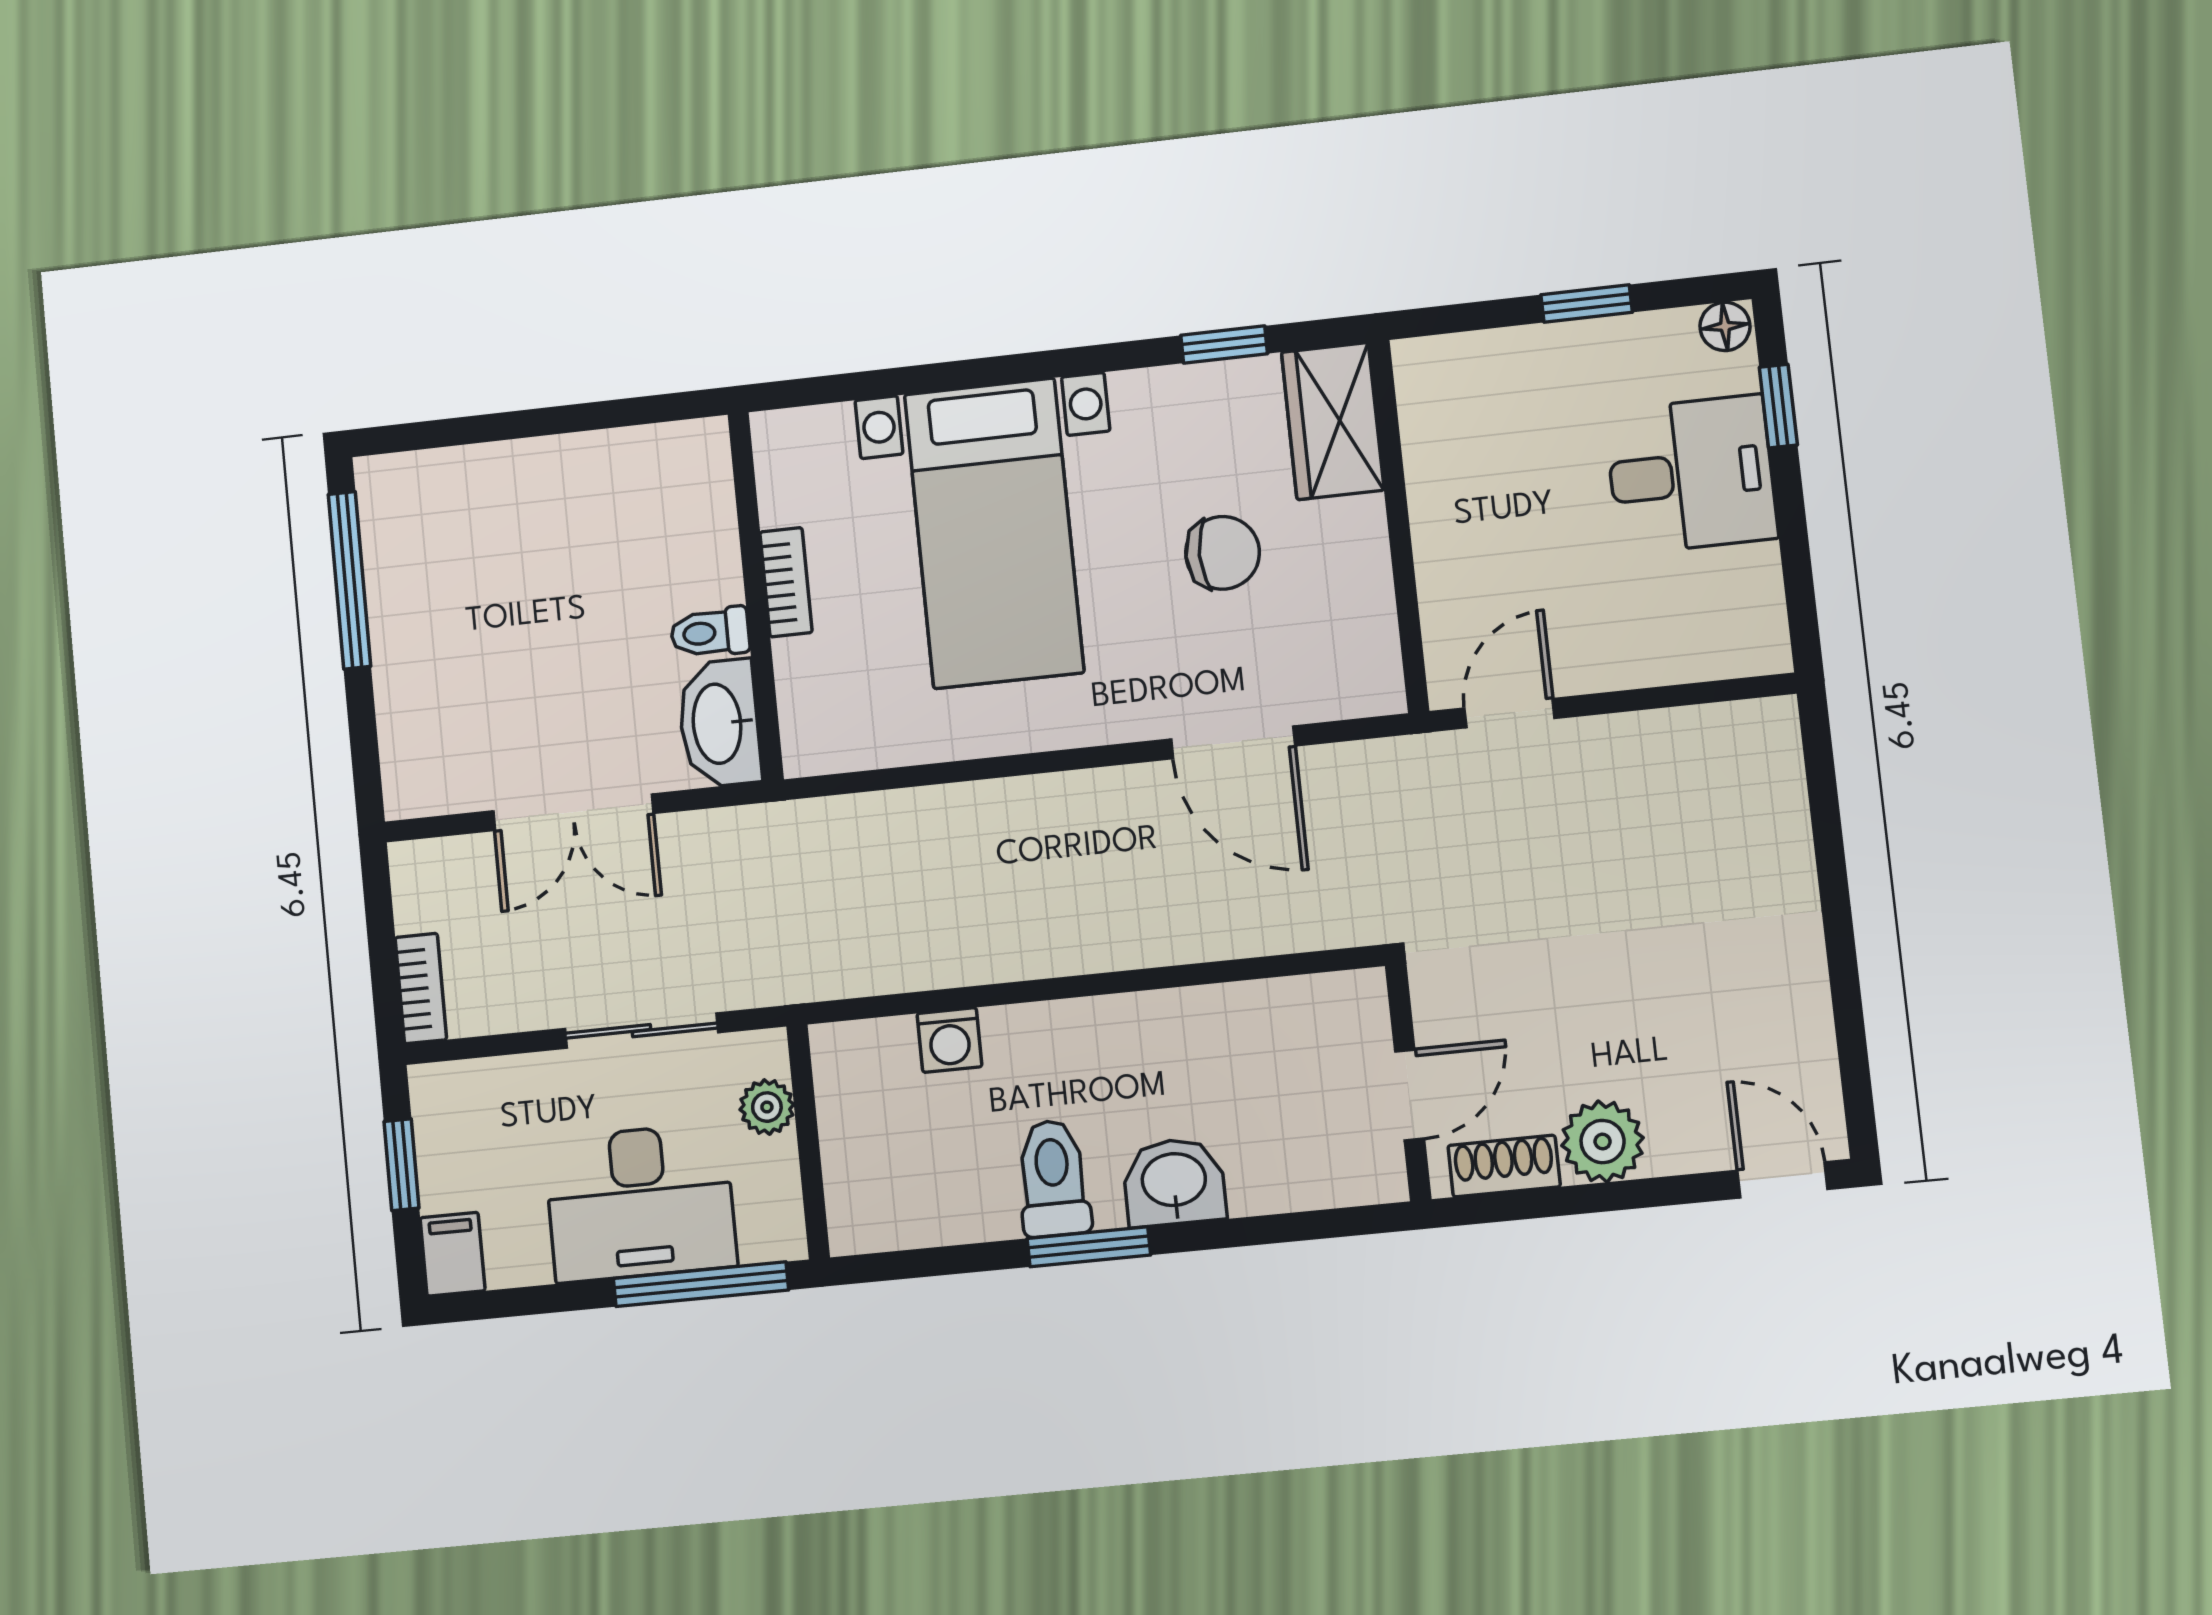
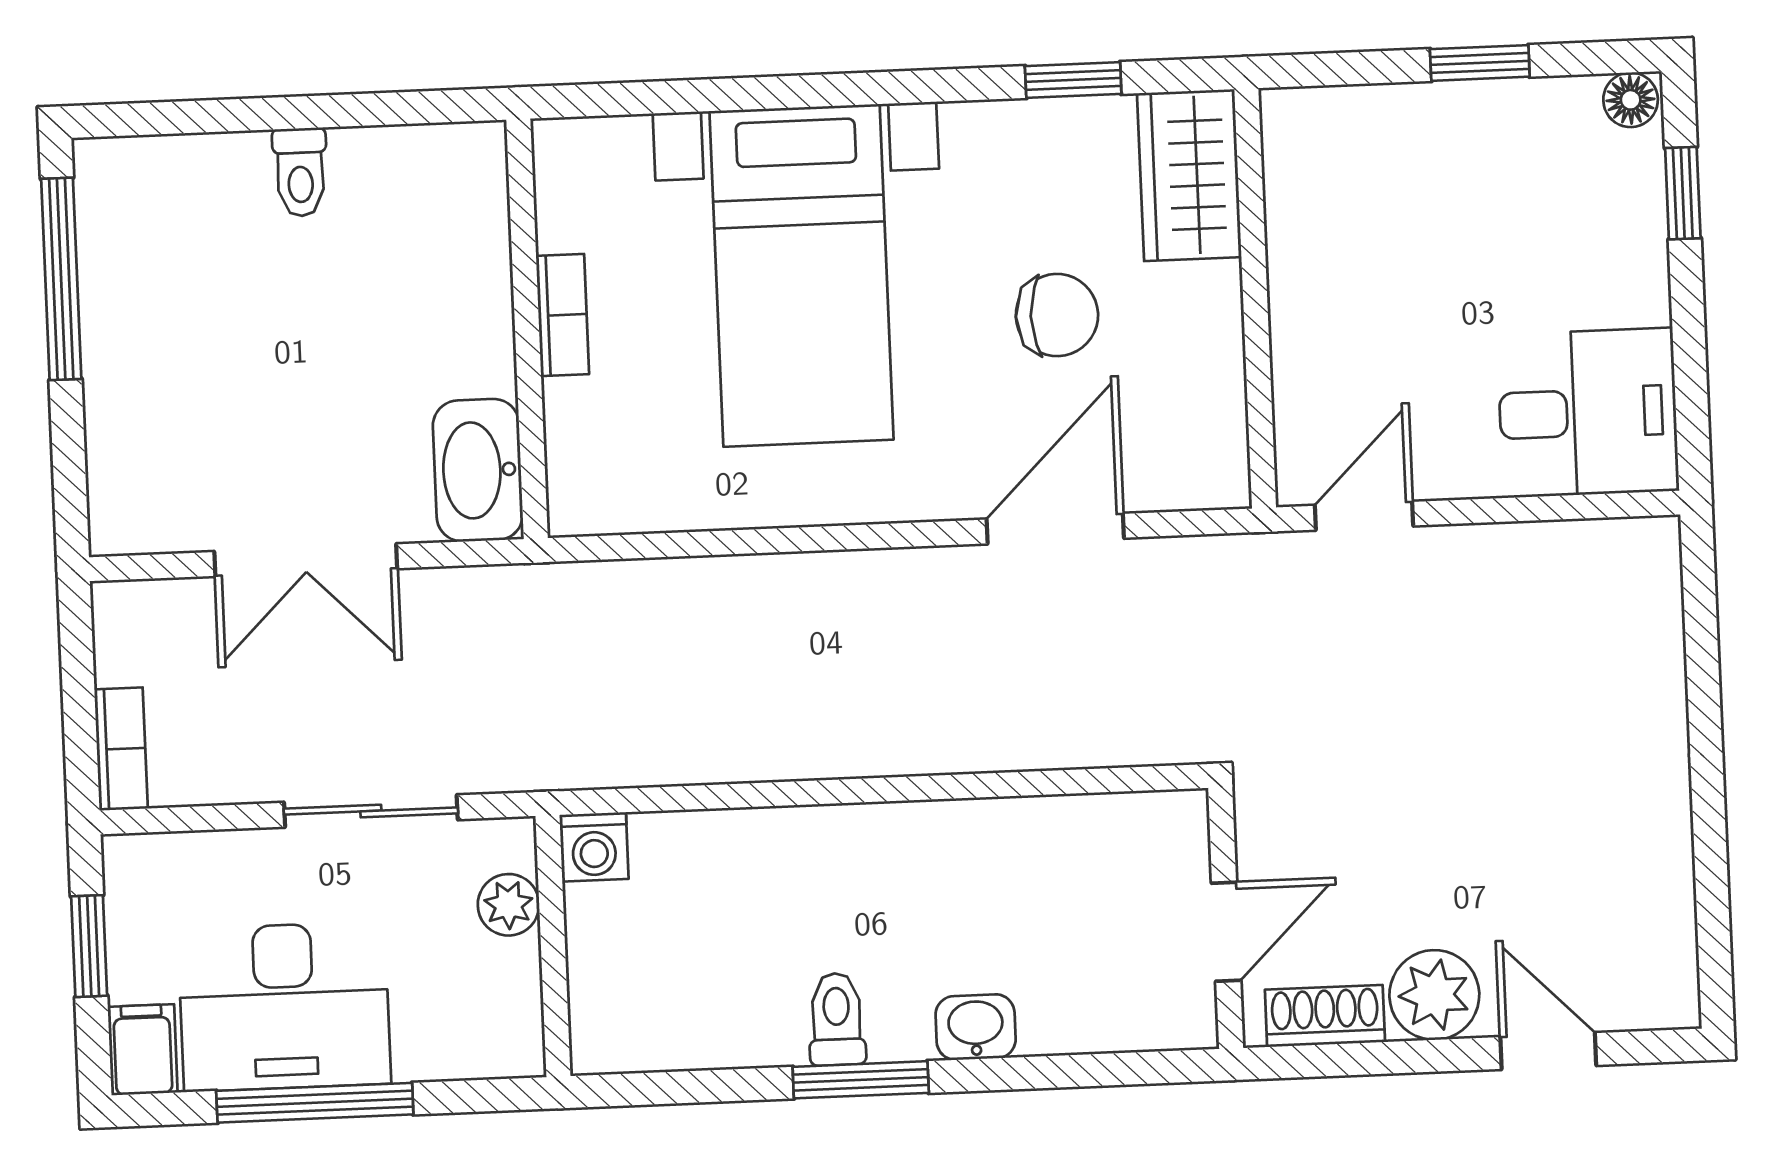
desk: (1691, 475) -> (1588, 413), moved
toilet: (710, 633) -> (300, 172), moved, turned -90
door: (1233, 742) -> (1055, 529), swing flipped
washing machine: (950, 1040) -> (594, 847), moved
toilet: (1053, 1178) -> (837, 1019), width x0.73, depth x0.72
door: (1782, 1180) -> (1548, 1051), moved
washbasin: (1174, 1182) -> (976, 1027), width x0.72, depth x0.69
desk: (640, 1202) -> (284, 1007), moved
window: (701, 1284) -> (315, 1103), moved

